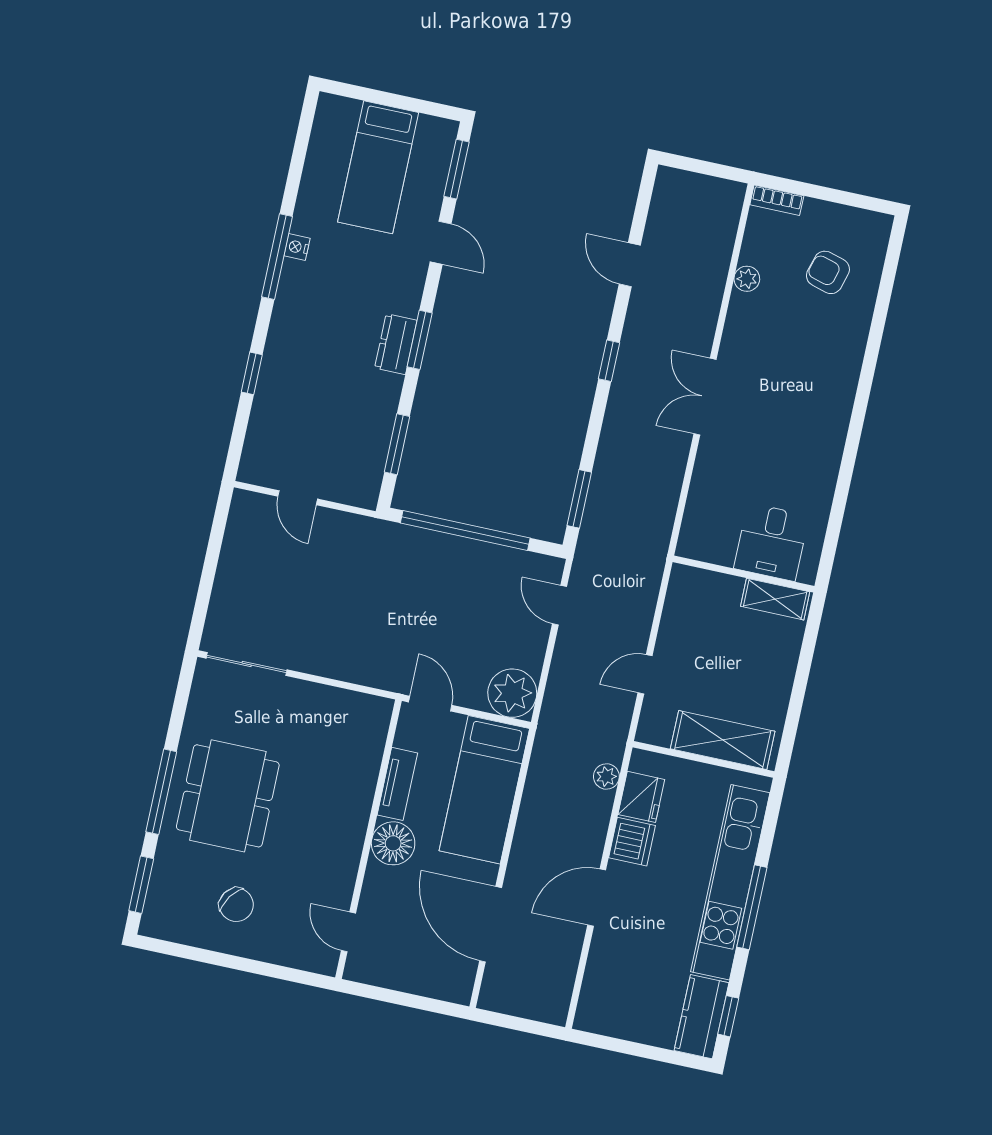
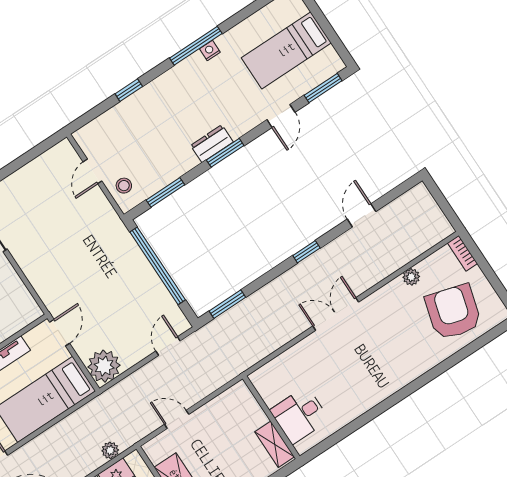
armchair: (828, 272) -> (453, 312), width x1.88, depth x1.88
stool: (346, 480) -> (124, 186), added

